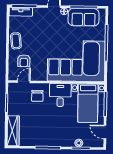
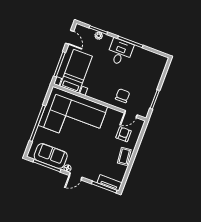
desk: (60, 95) -> (120, 52), moved, turned 180
wardrobe: (13, 131) -> (158, 70), removed

